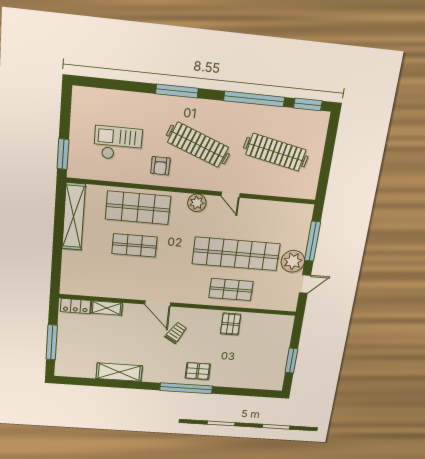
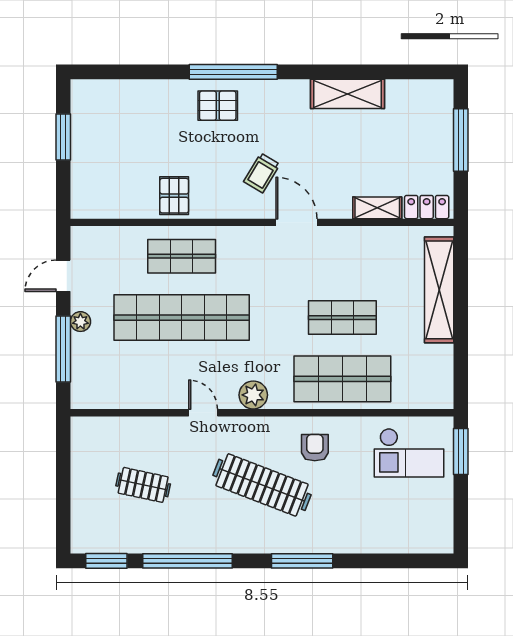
checkout: (118, 143) -> (409, 453), moved
clothes rail: (276, 152) -> (143, 485), width x0.54, depth x0.76
shelving: (74, 216) -> (439, 290), moved
plant: (293, 261) -> (80, 322), width x0.53, depth x0.53

